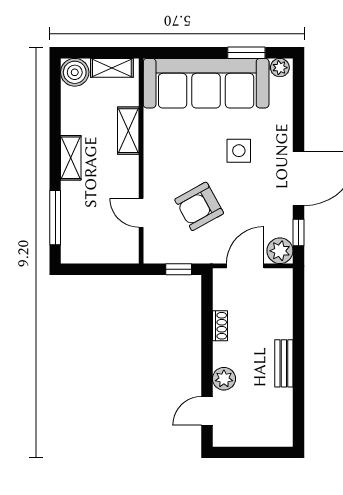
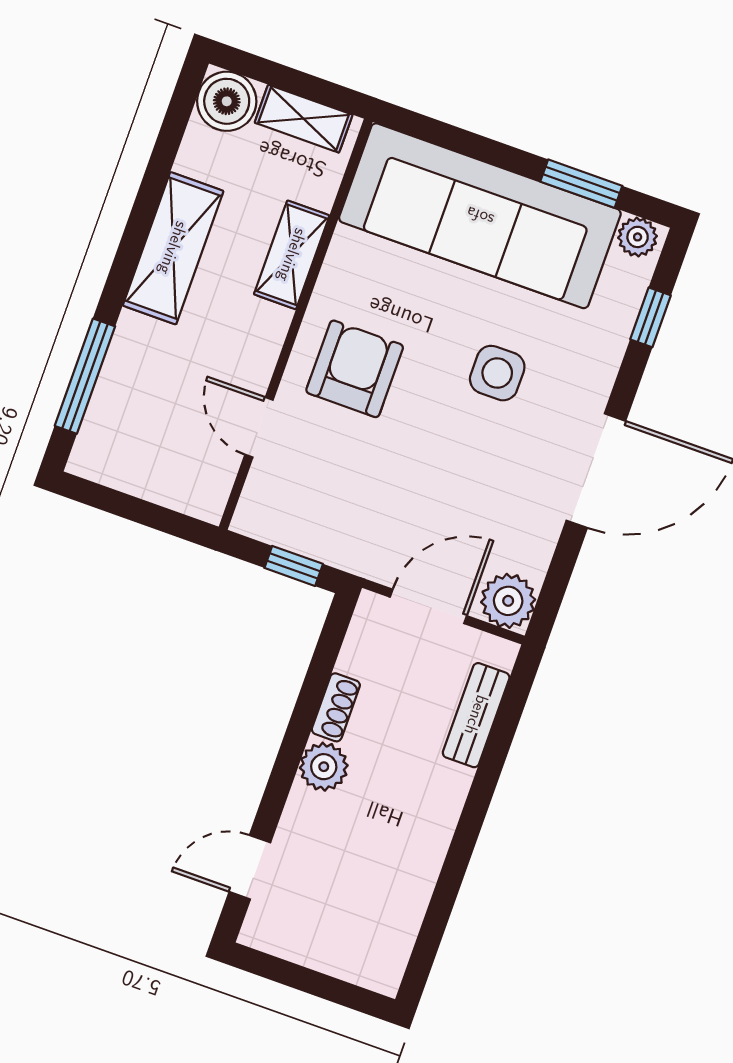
shelving: (71, 158) -> (173, 248), width x1.50, depth x1.33
armchair: (199, 206) -> (355, 369), moved, turned 119
window: (298, 233) -> (650, 317), moved
bench: (284, 363) -> (476, 715), moved
plant: (224, 379) -> (324, 767), moved

